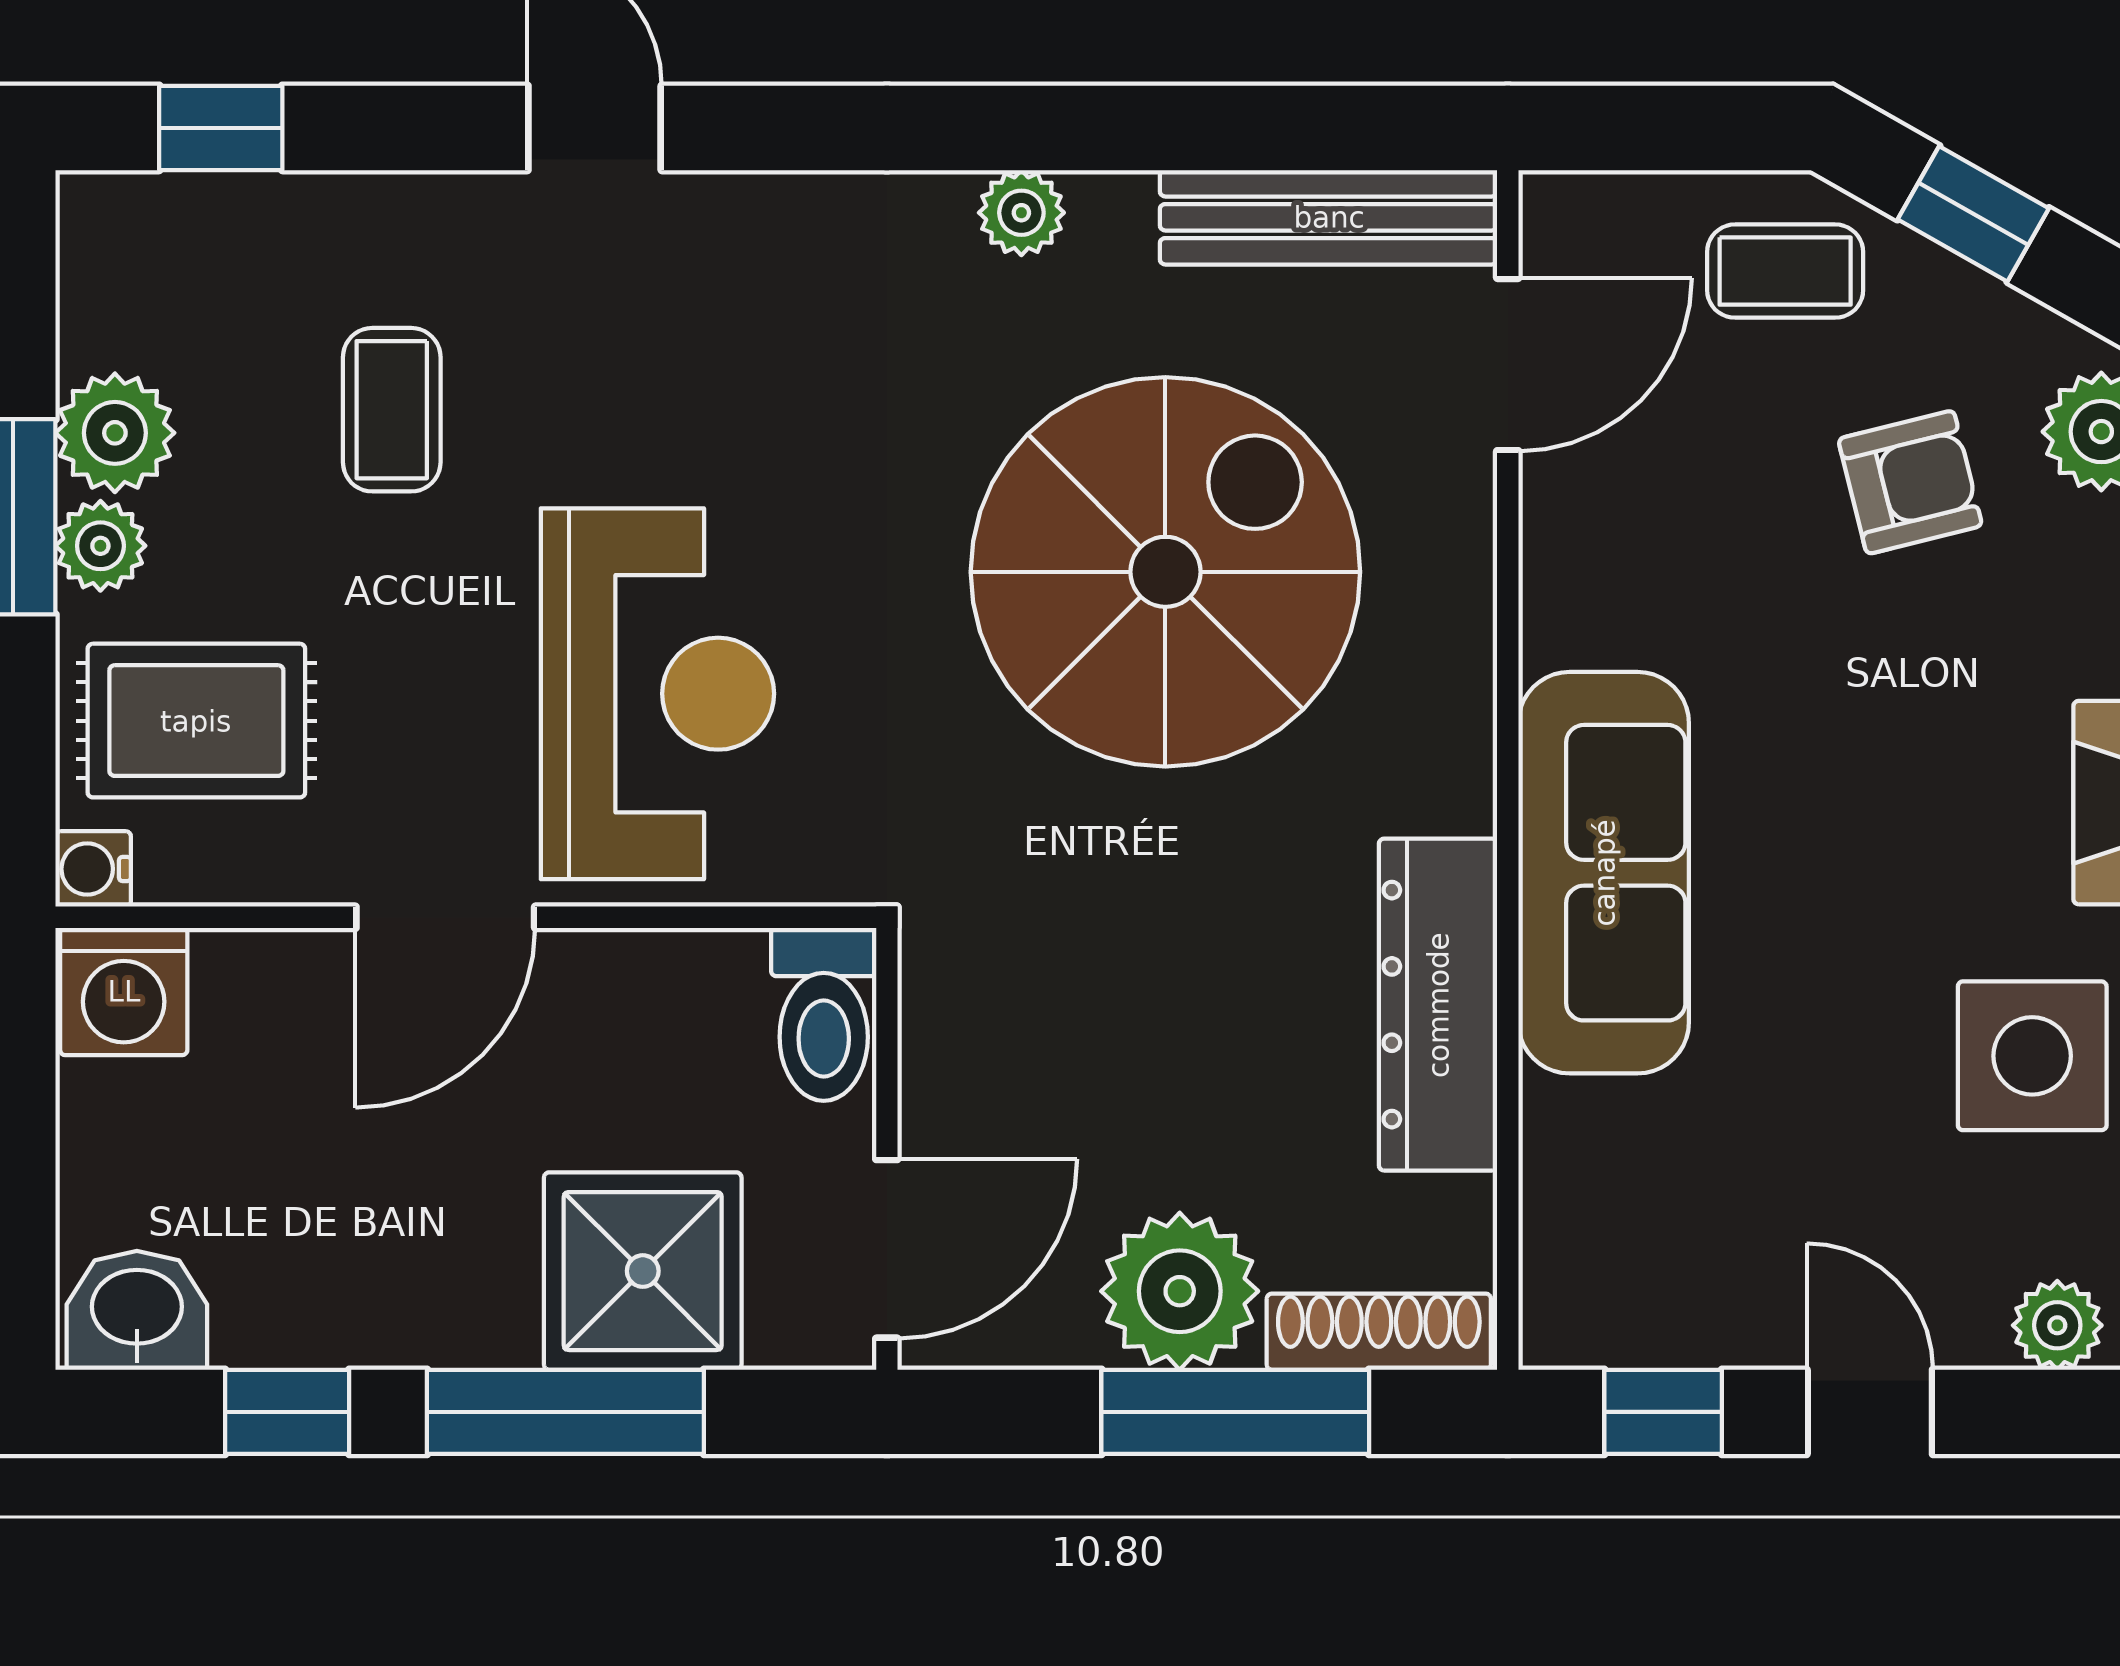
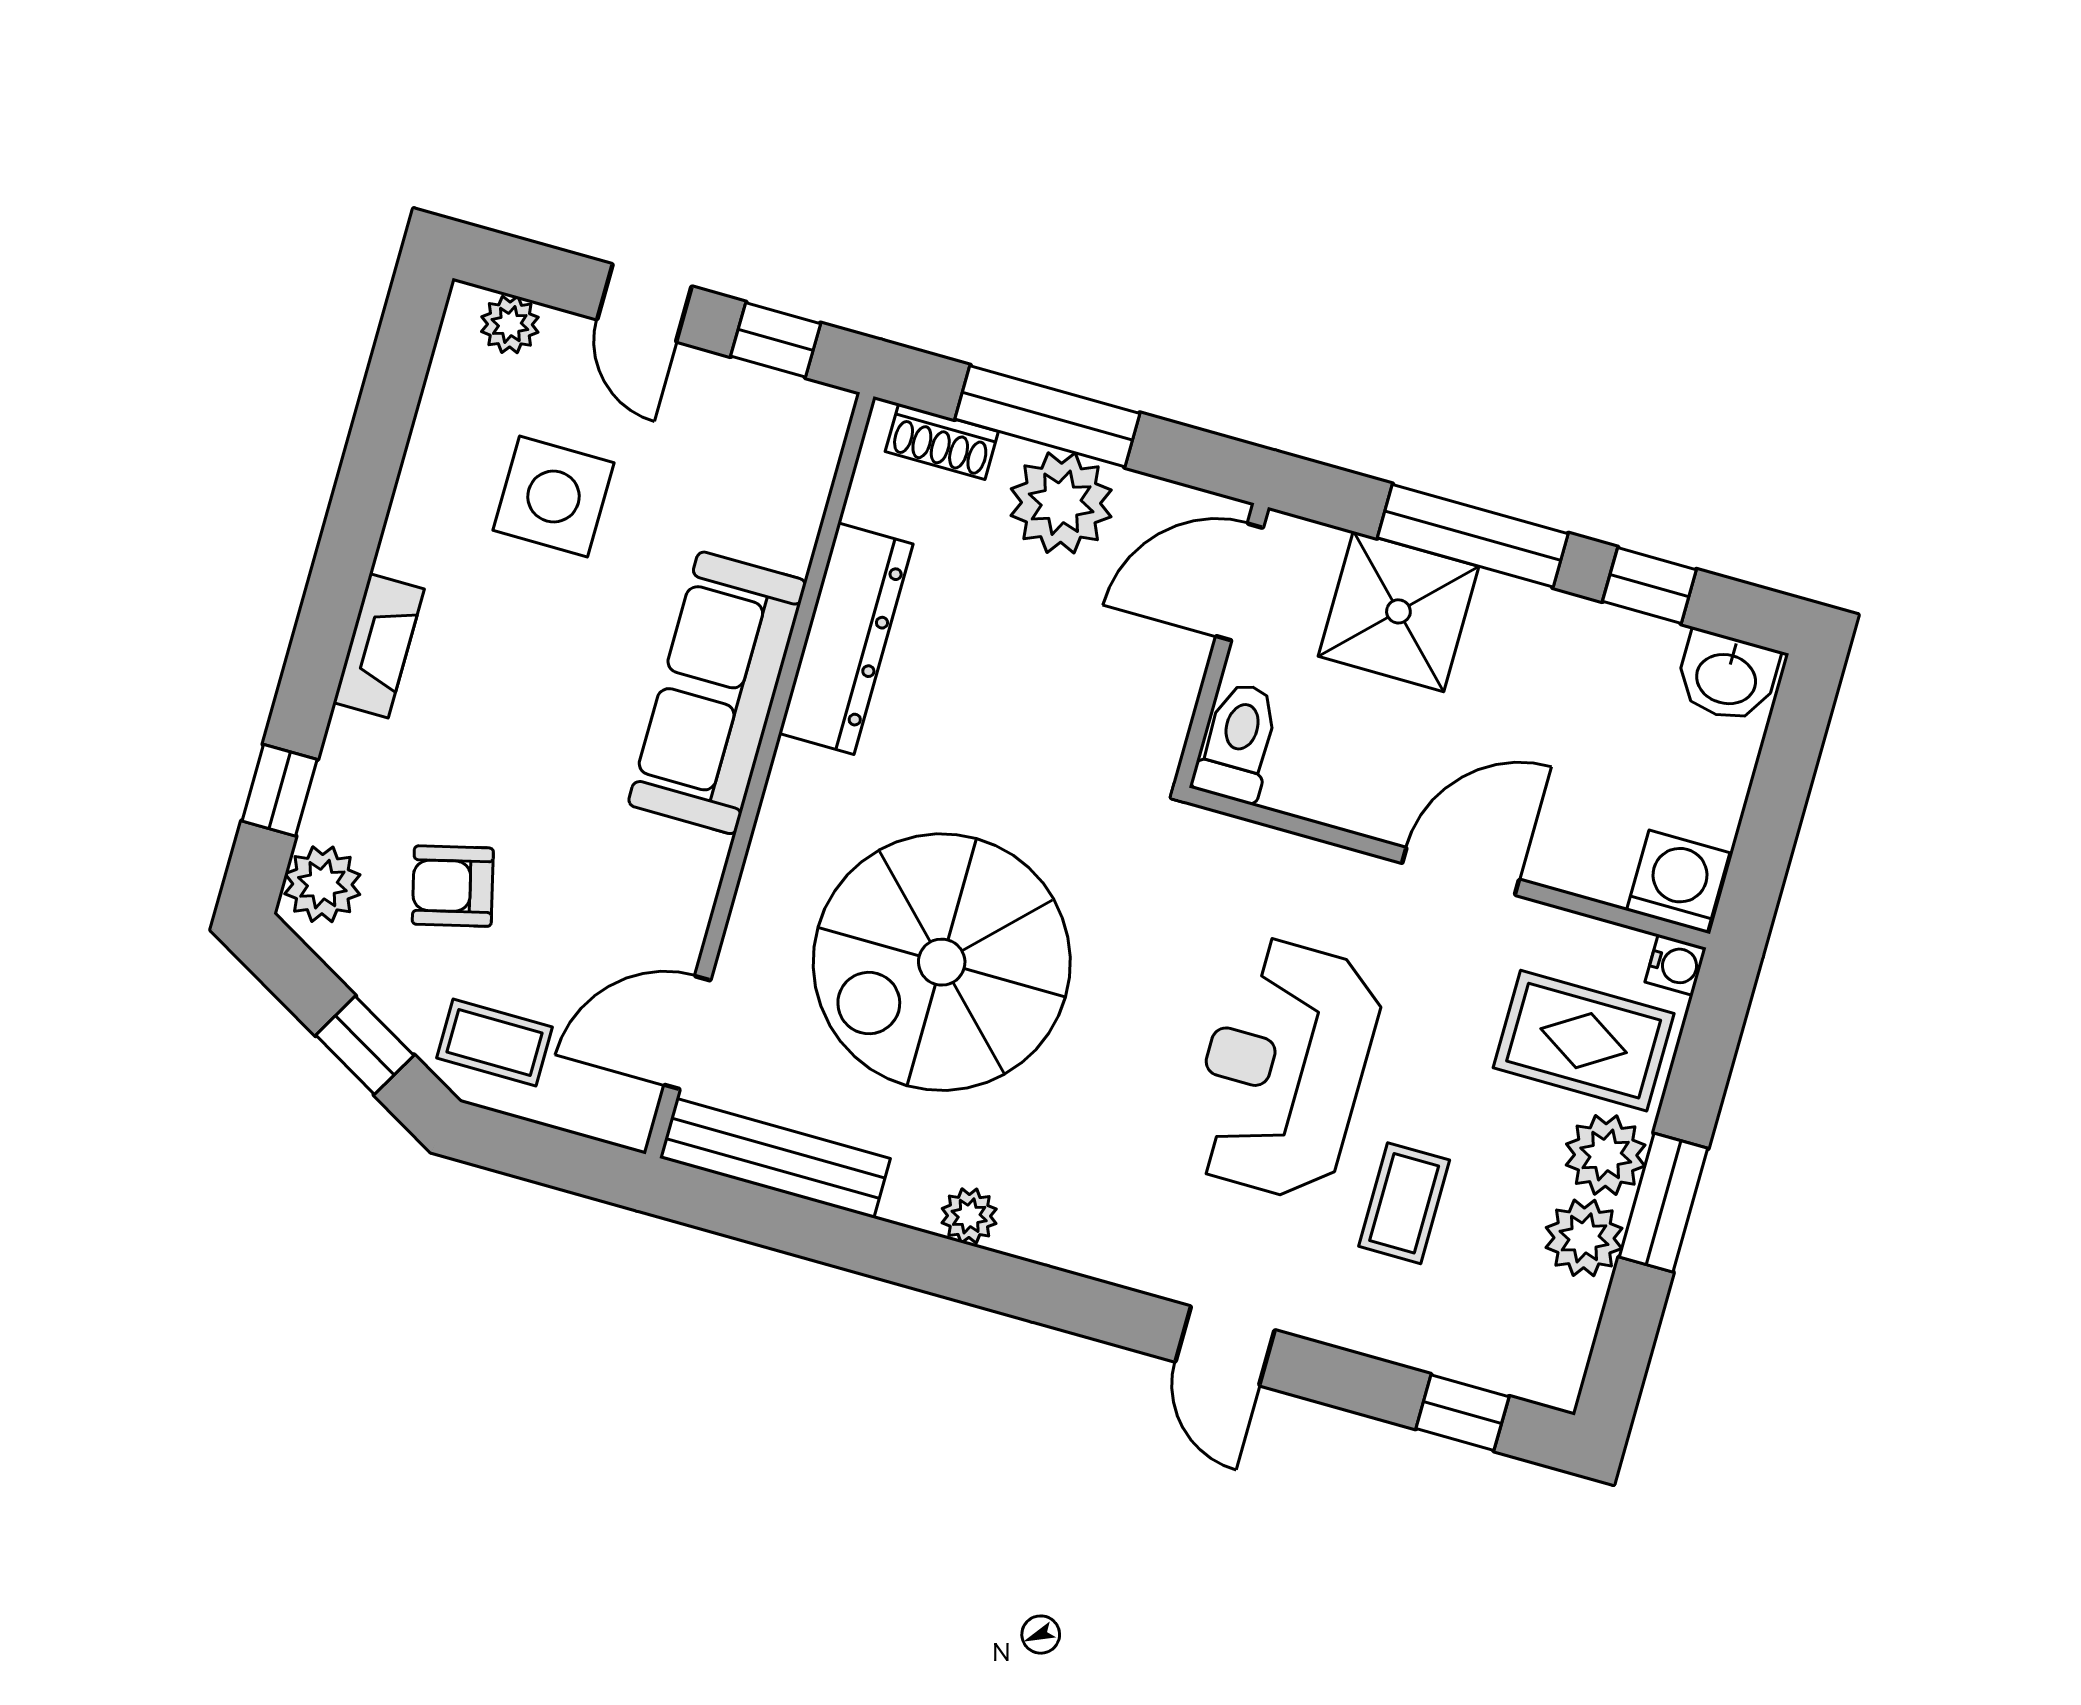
plant: (100, 546) -> (1606, 1155), width x1.38, depth x1.38
reception desk: (657, 694) -> (1284, 1069), moved
side table: (2032, 1056) -> (553, 497), moved
shoe rack: (1379, 1332) -> (942, 442), width x0.70

